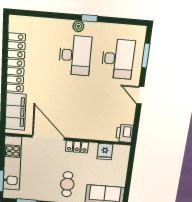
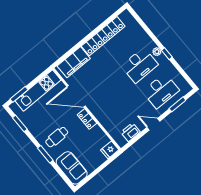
door: (140, 95) -> (153, 124), hinge flipped
printer: (124, 133) -> (131, 132), moved
door: (48, 138) -> (76, 96), swing flipped
fridge: (105, 152) -> (110, 150), moved

